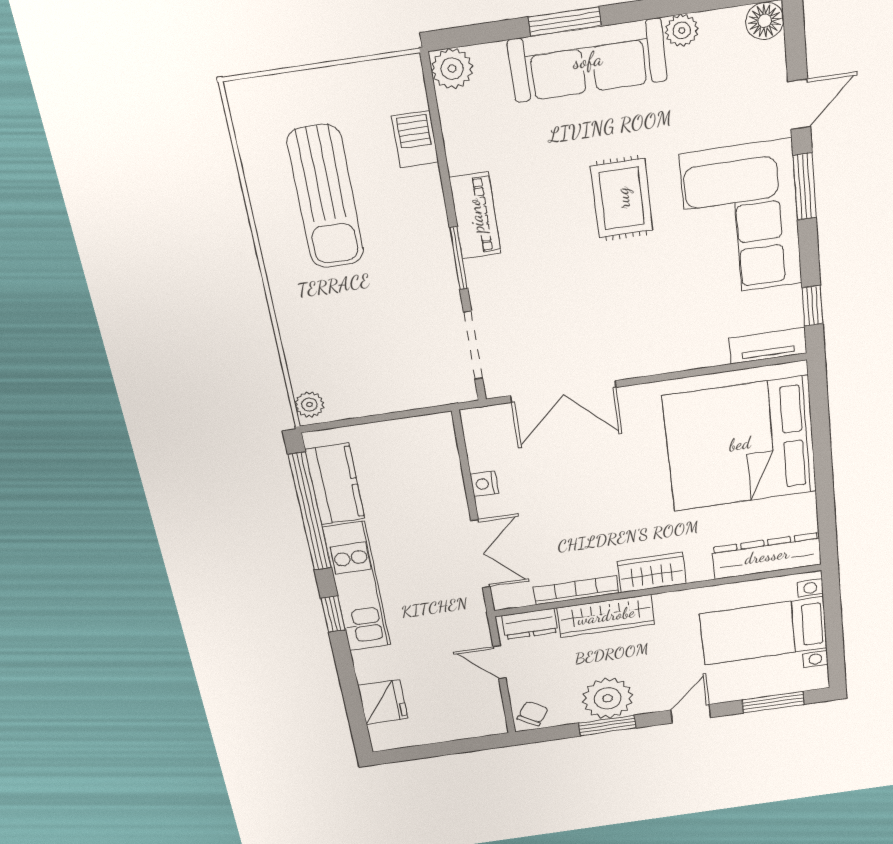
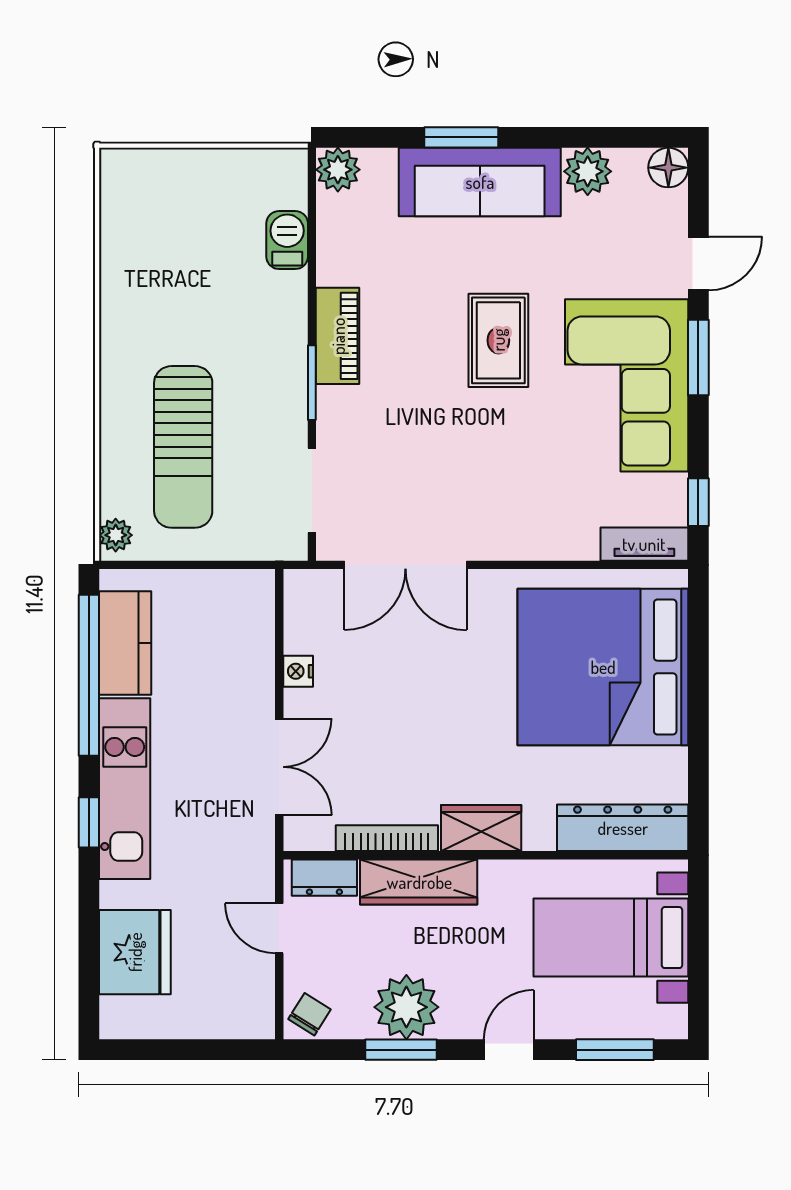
plant: (682, 30) -> (588, 171), width x1.38, depth x1.38
sun lounger: (326, 197) -> (183, 447), moved
fridge: (383, 702) -> (135, 952), width x1.36, depth x1.34

